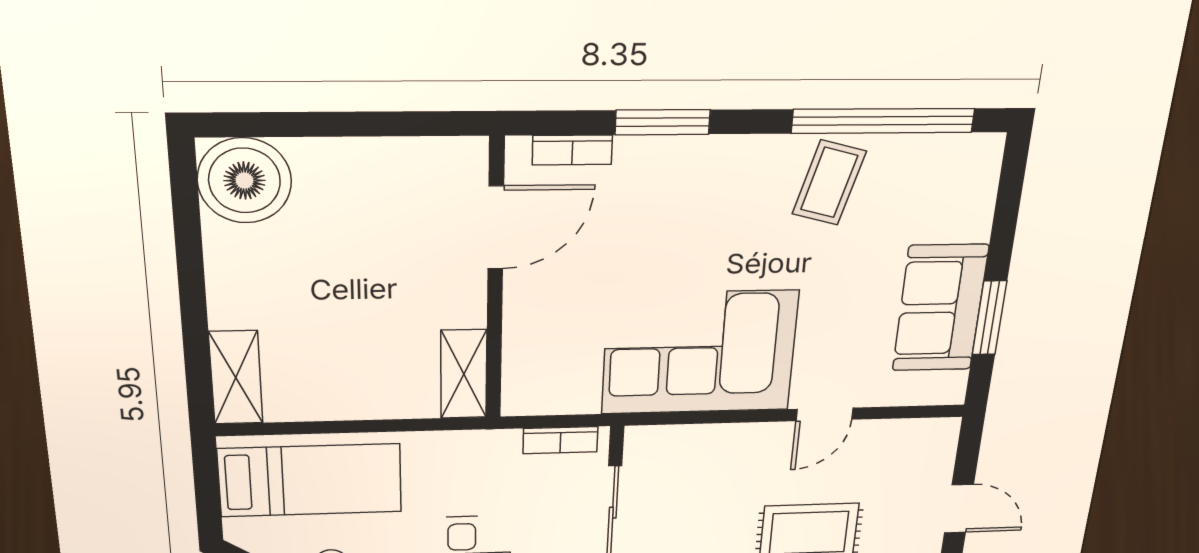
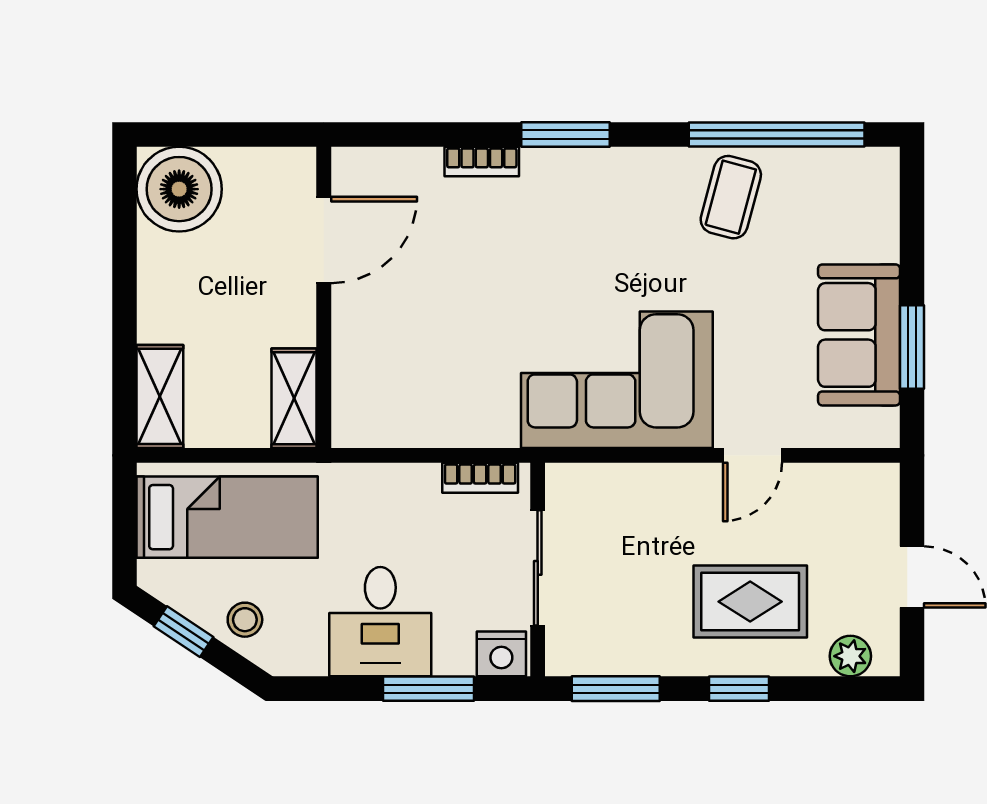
door: (496, 228) -> (324, 240), moved
wall: (495, 282) -> (324, 297), moved
shelving: (464, 374) -> (294, 398), moved

